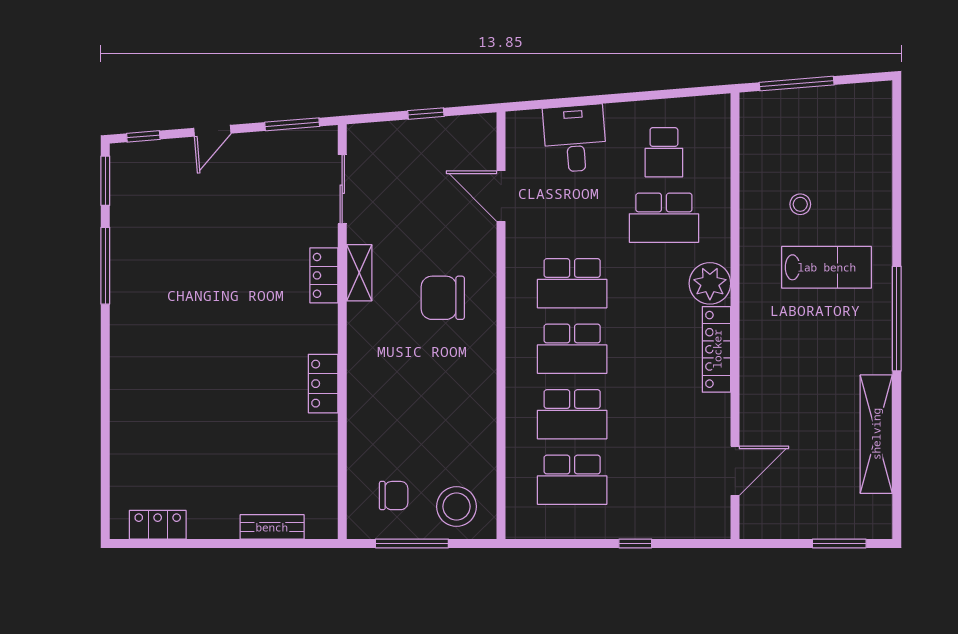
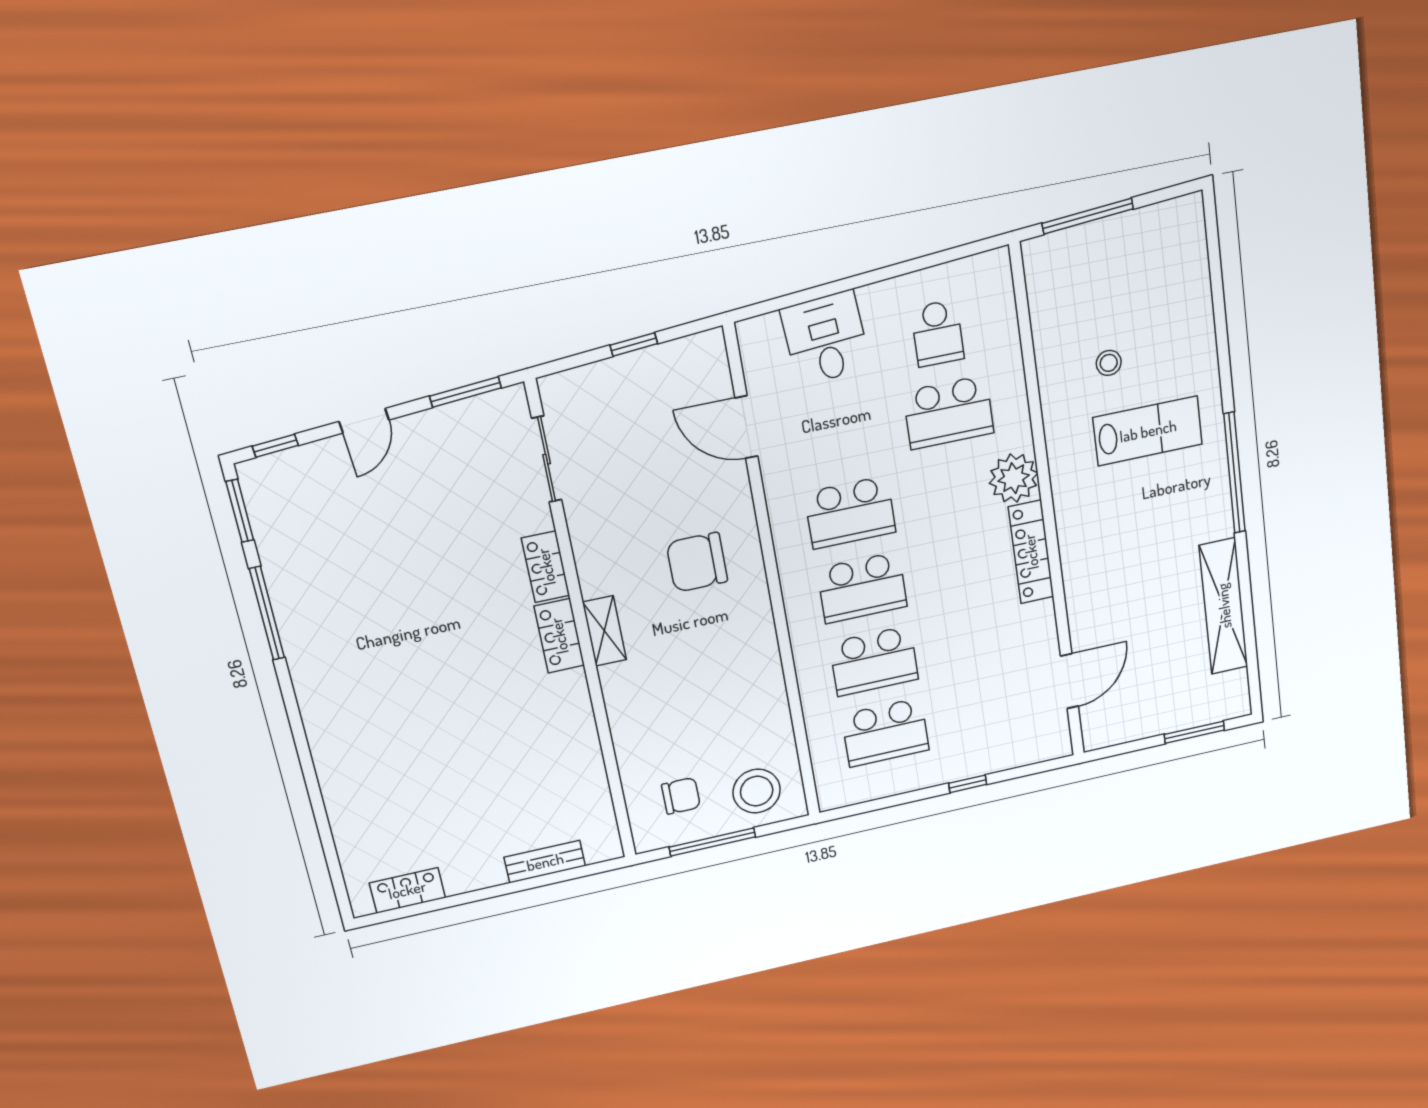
shelving: (359, 273) -> (604, 631), moved
locker: (323, 384) -> (559, 636), moved

